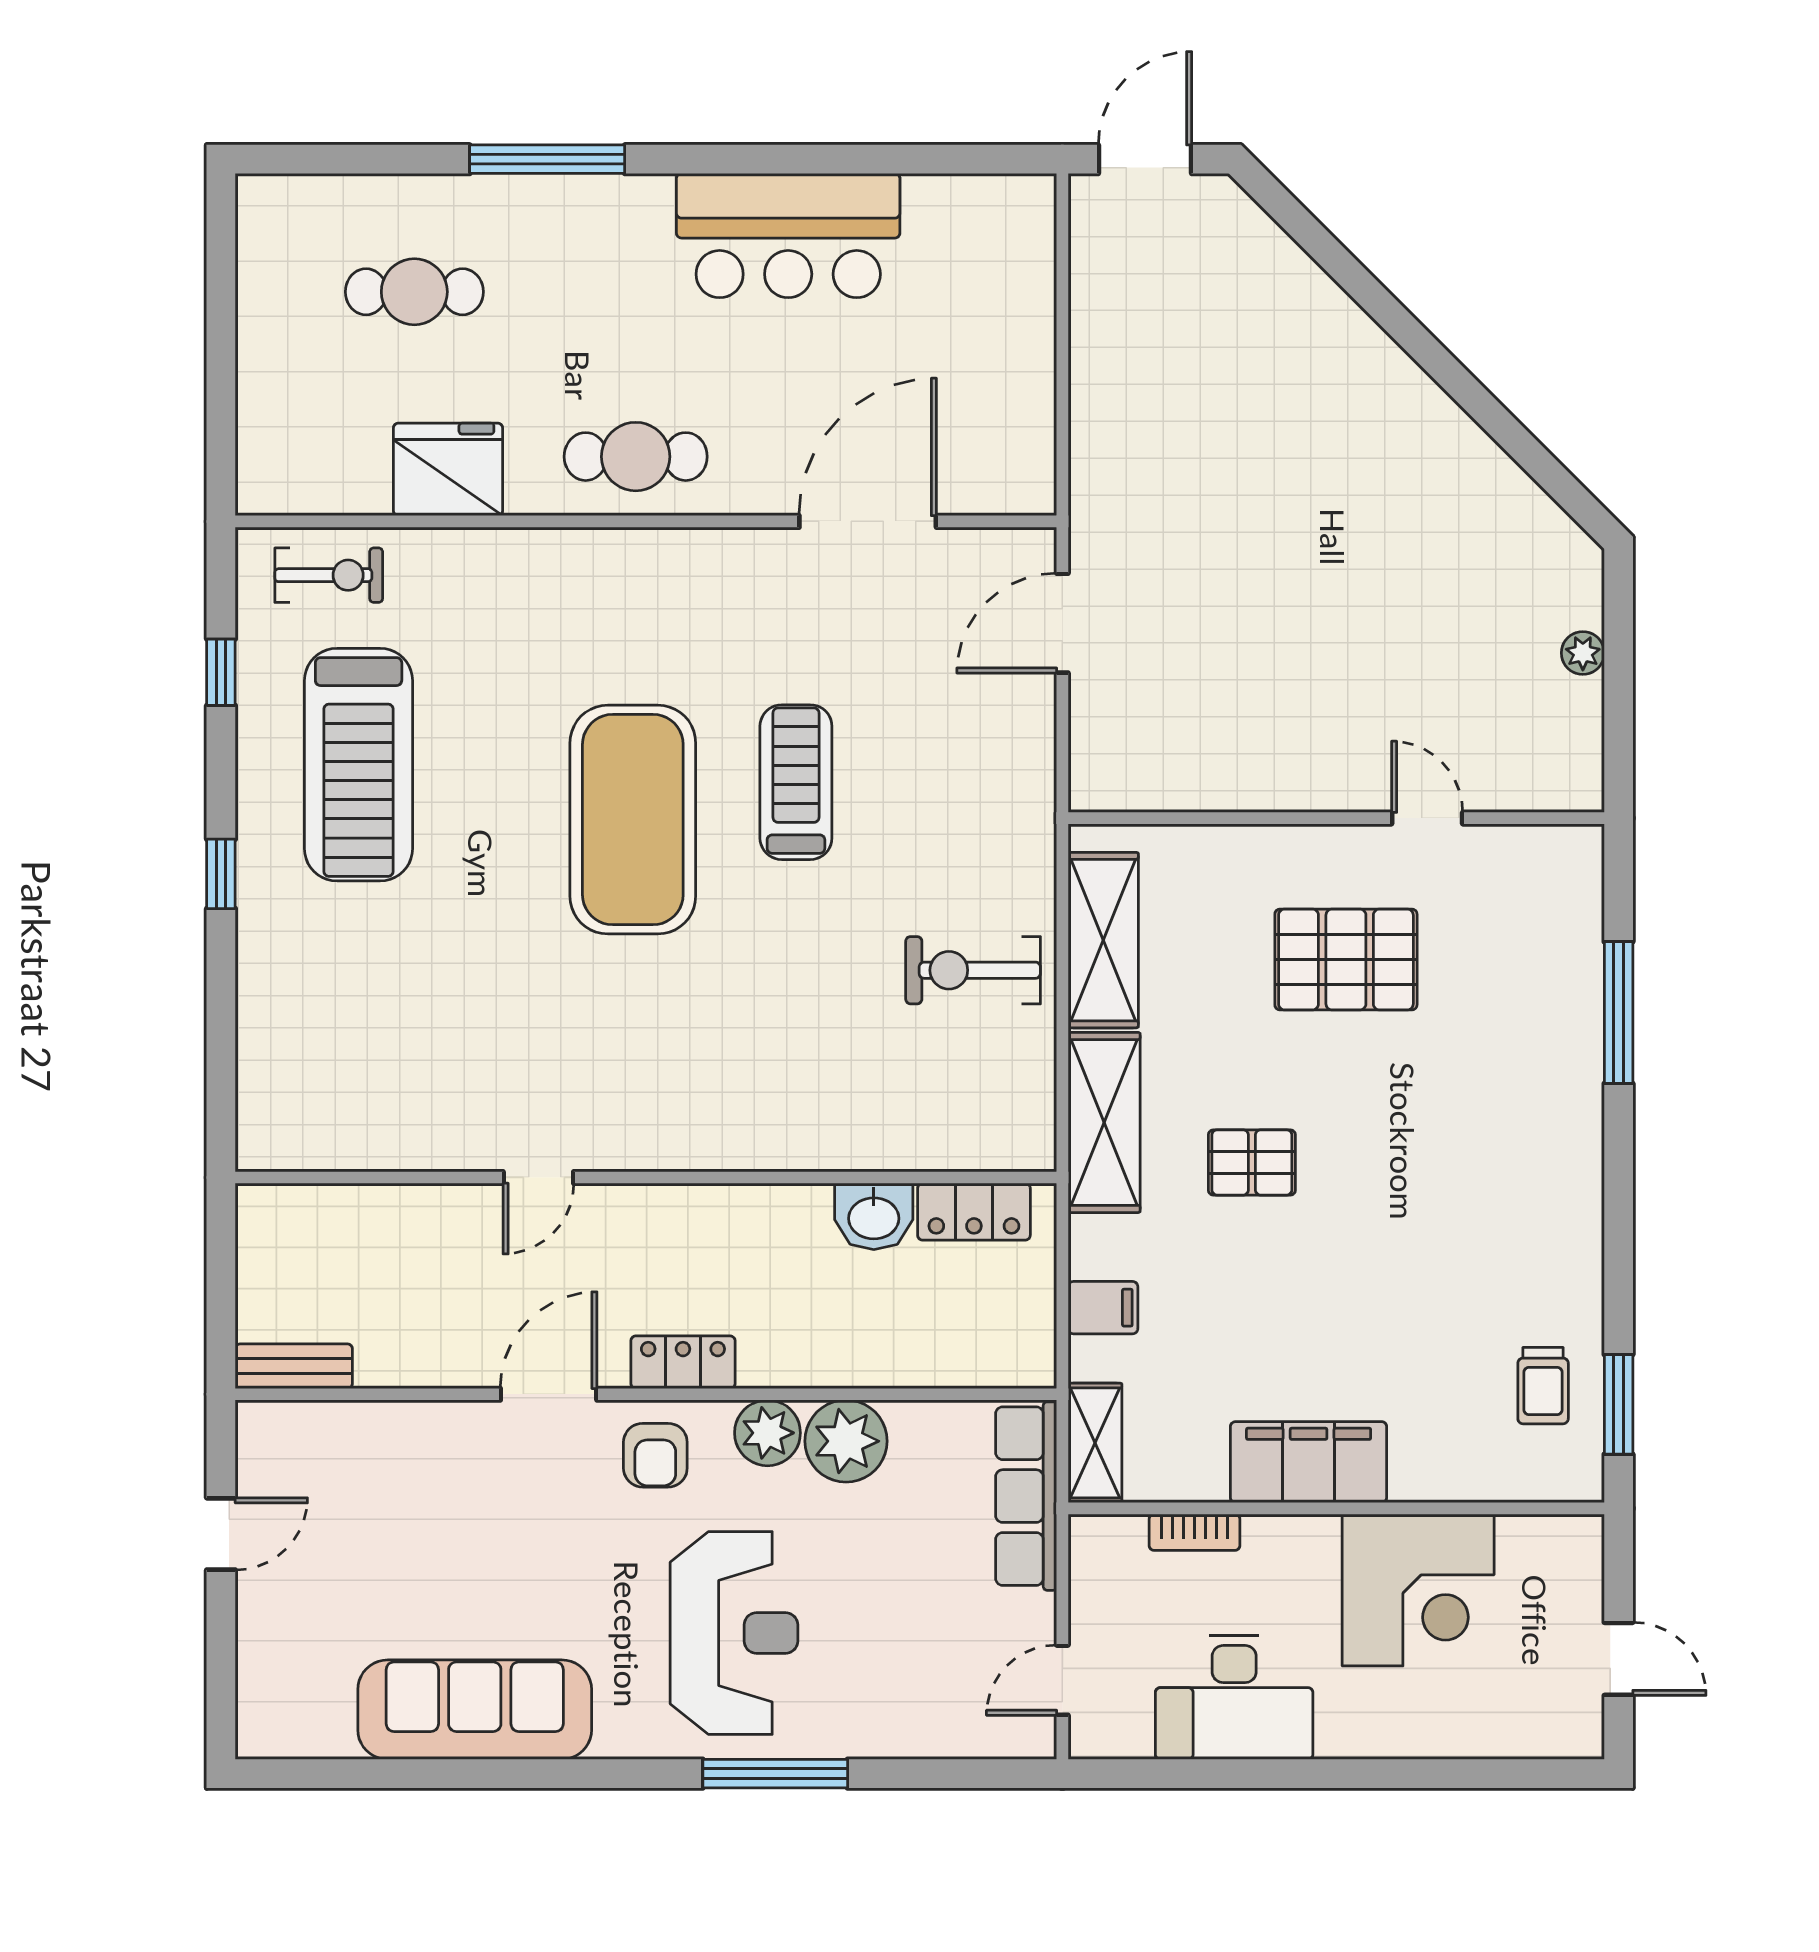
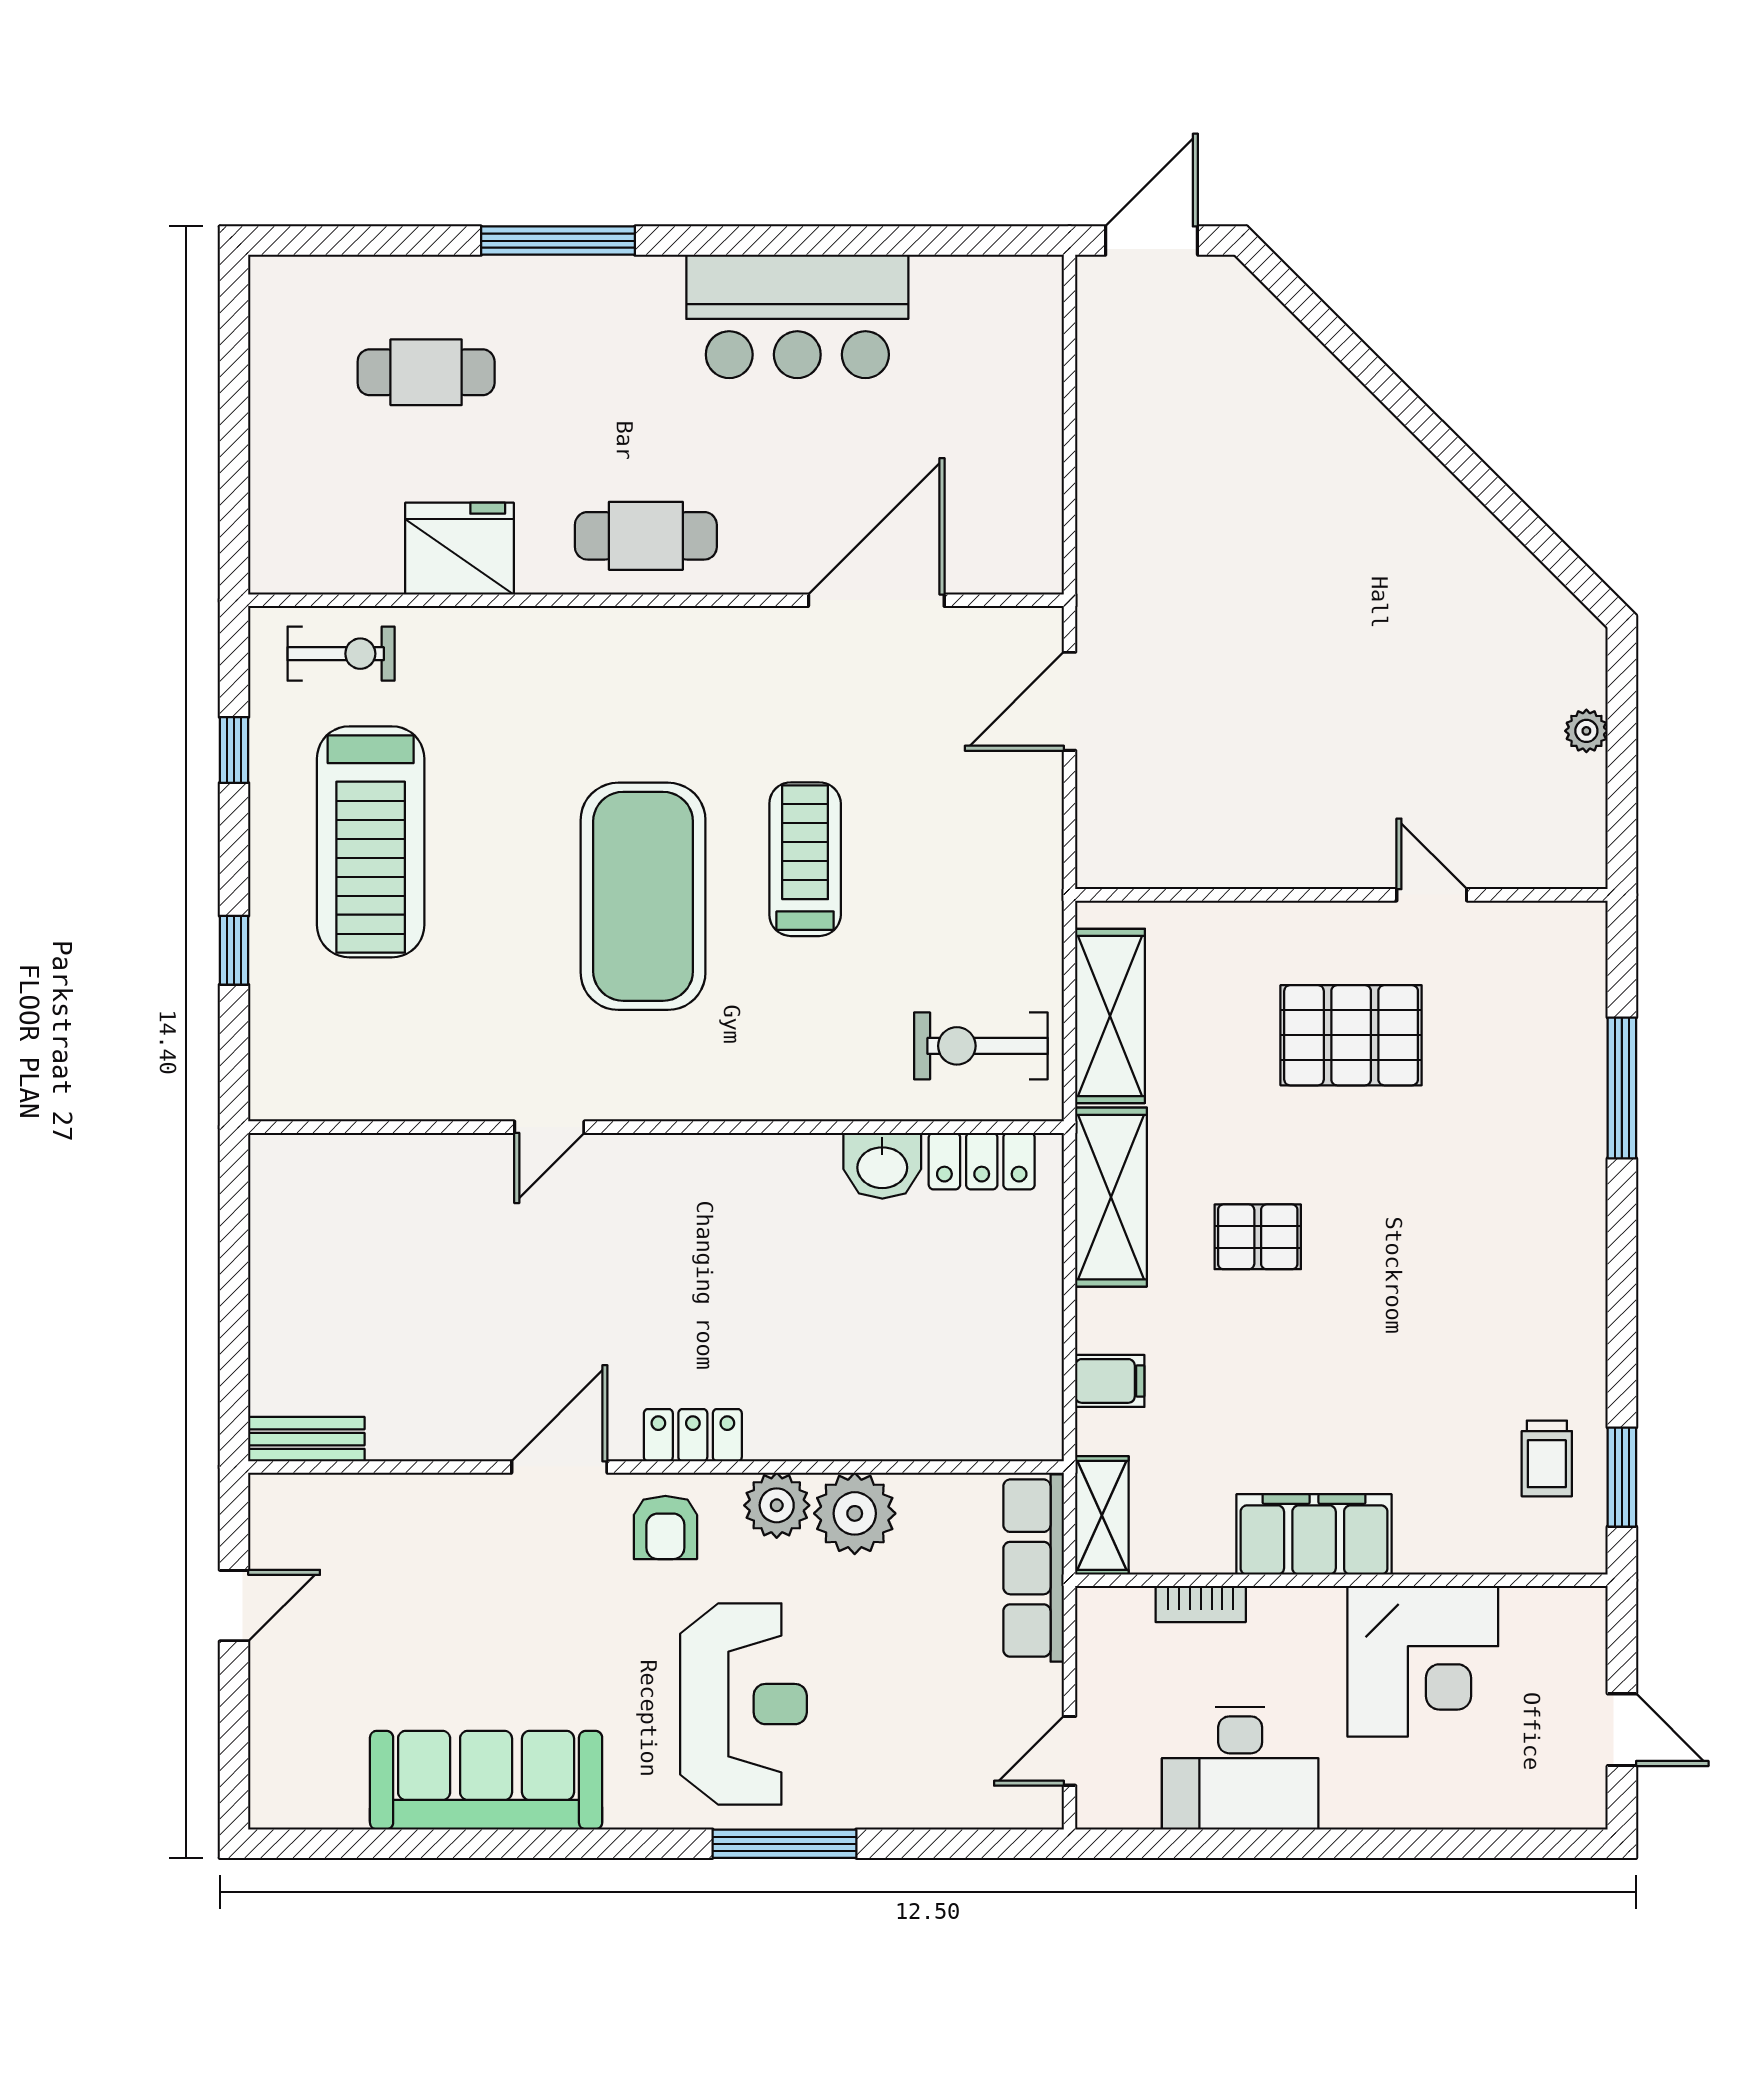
door: (538, 1177) -> (549, 1127), moved
wall: (646, 1177) -> (656, 1127), moved
locker: (974, 1212) -> (982, 1161), moved
washbasin: (874, 1216) -> (882, 1166), moved

